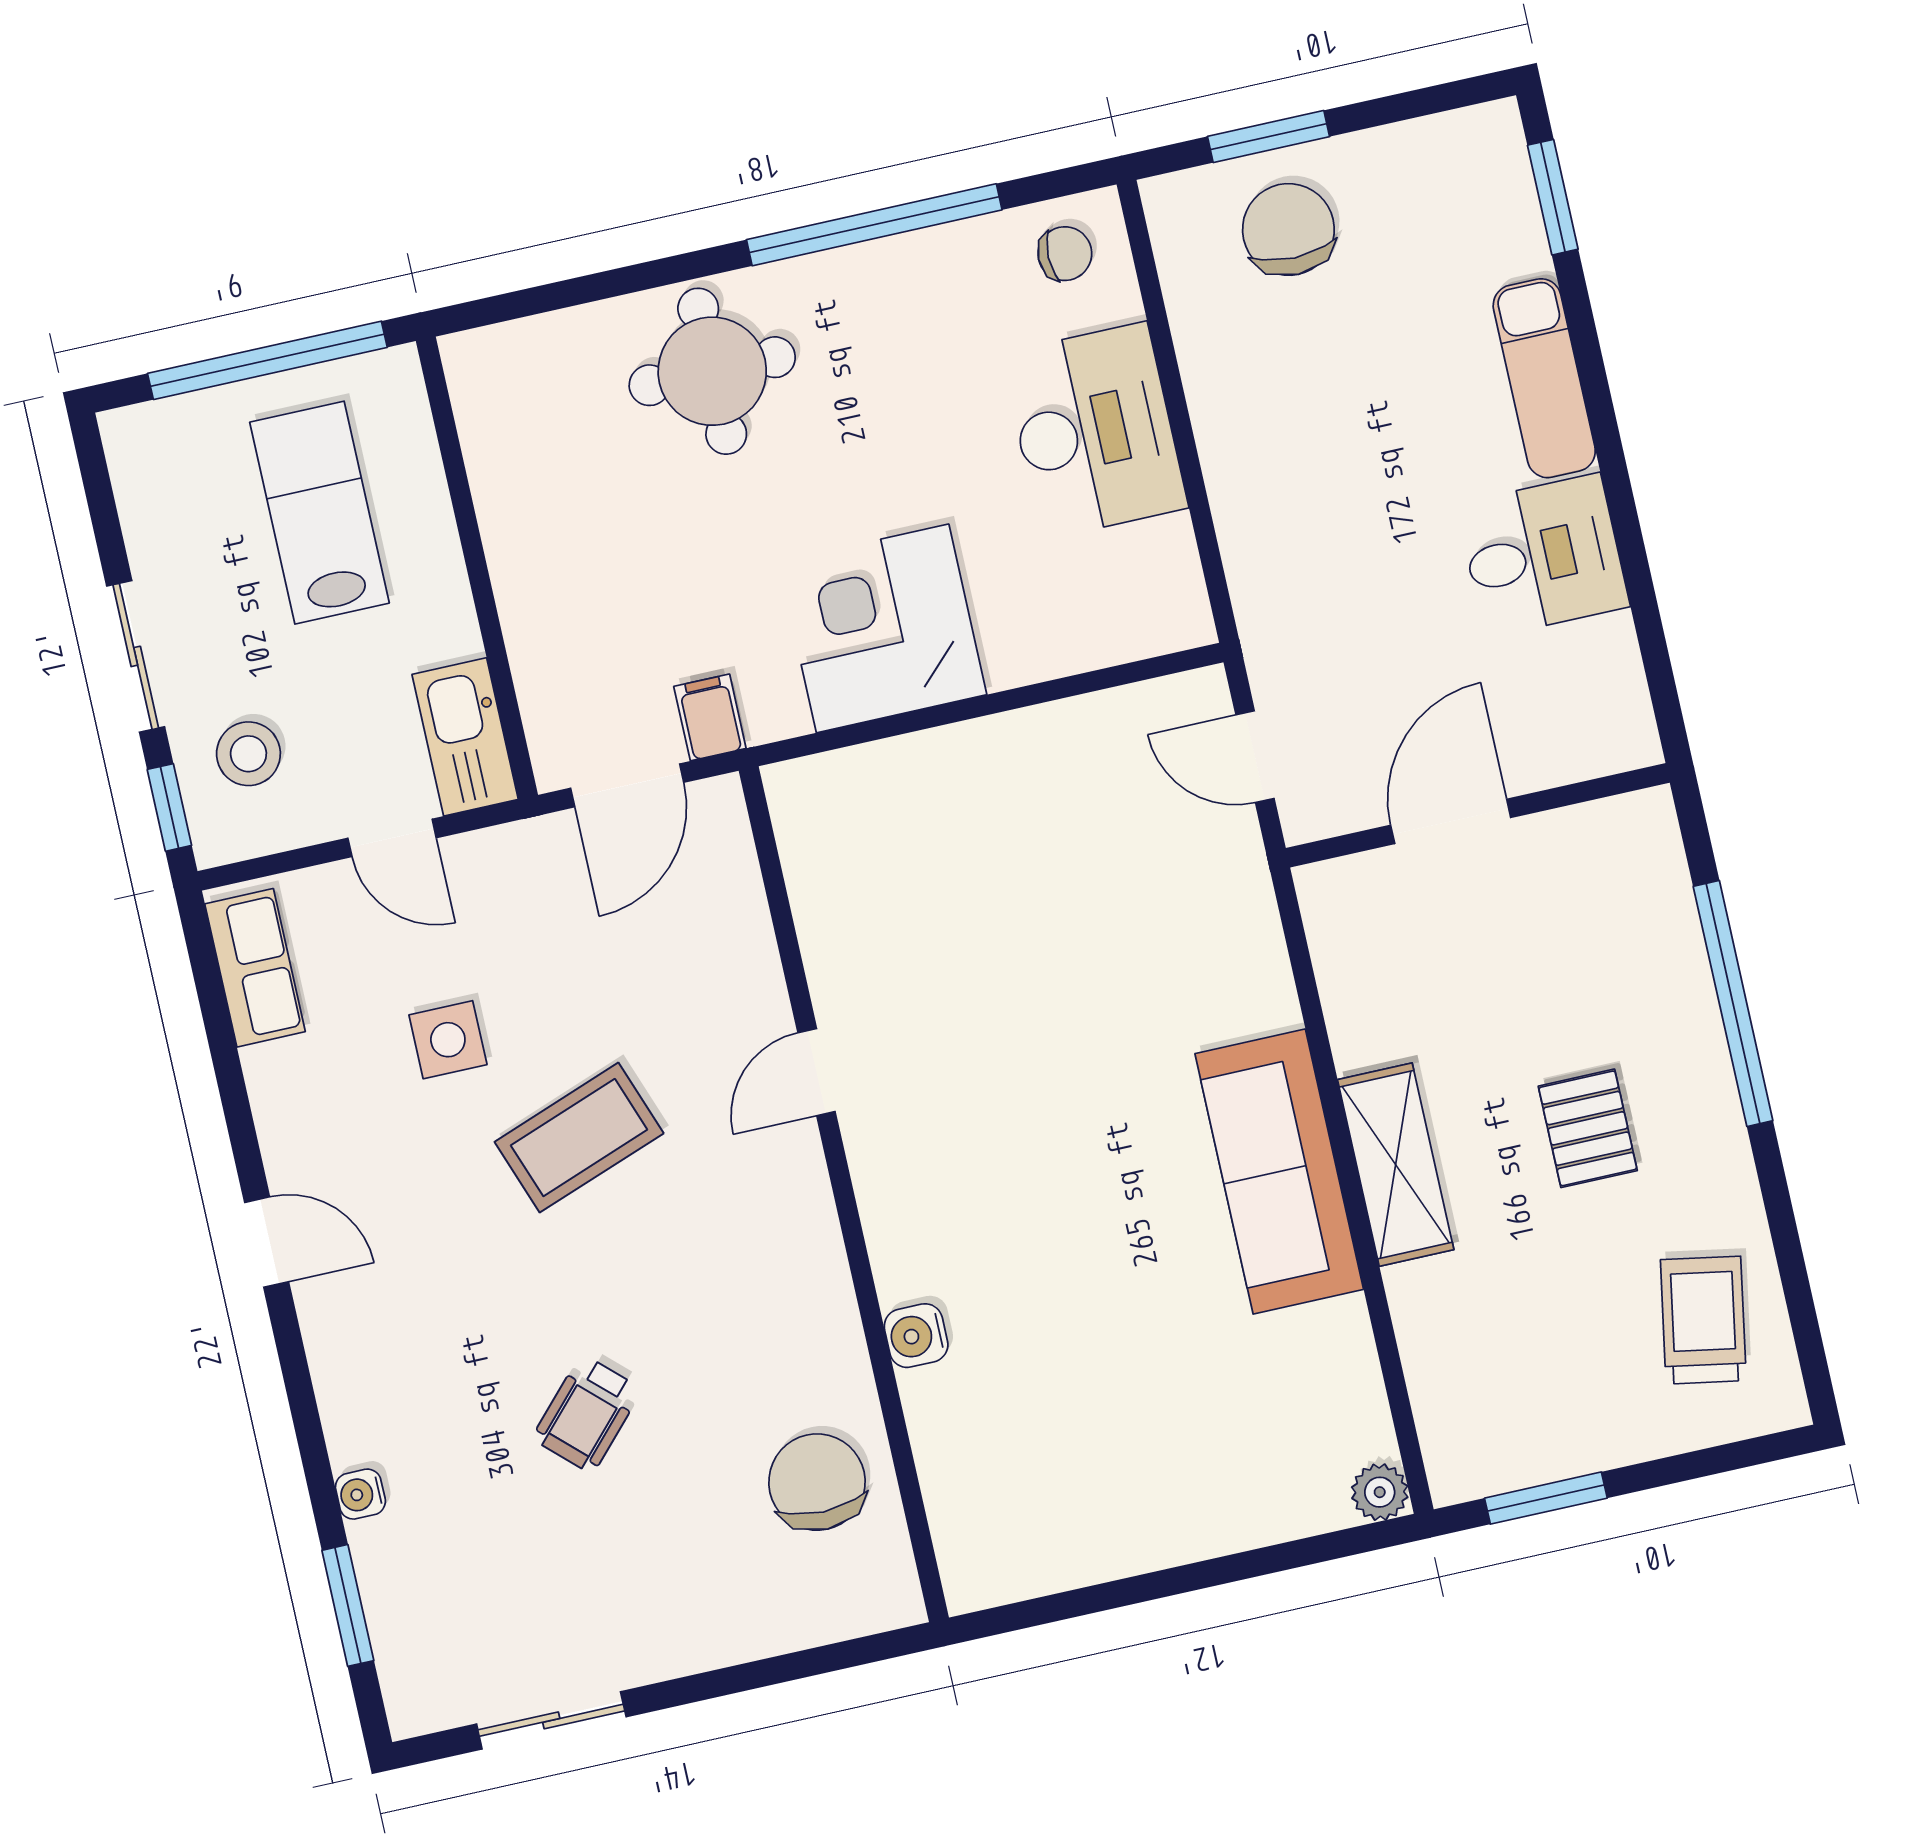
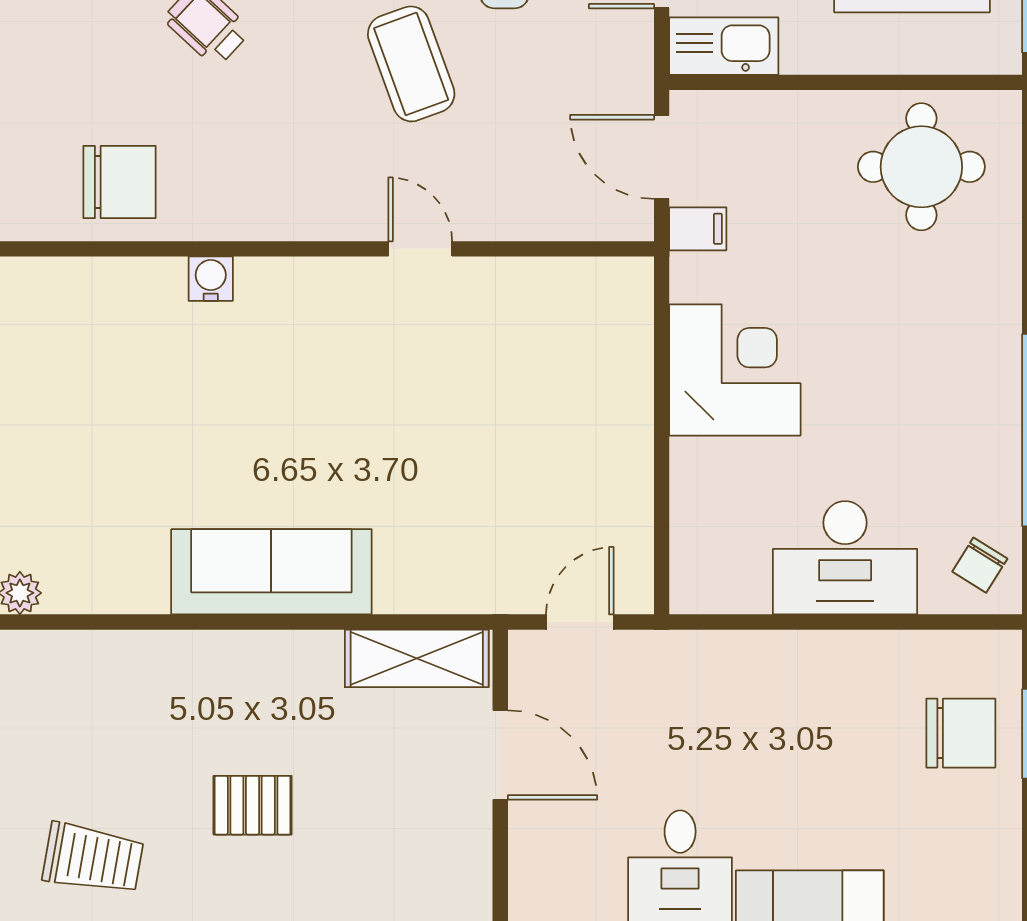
chair: (1065, 254) -> (980, 565), turned 32
round table: (712, 371) -> (921, 167), moved
shelving: (1396, 1165) -> (417, 658), moved

